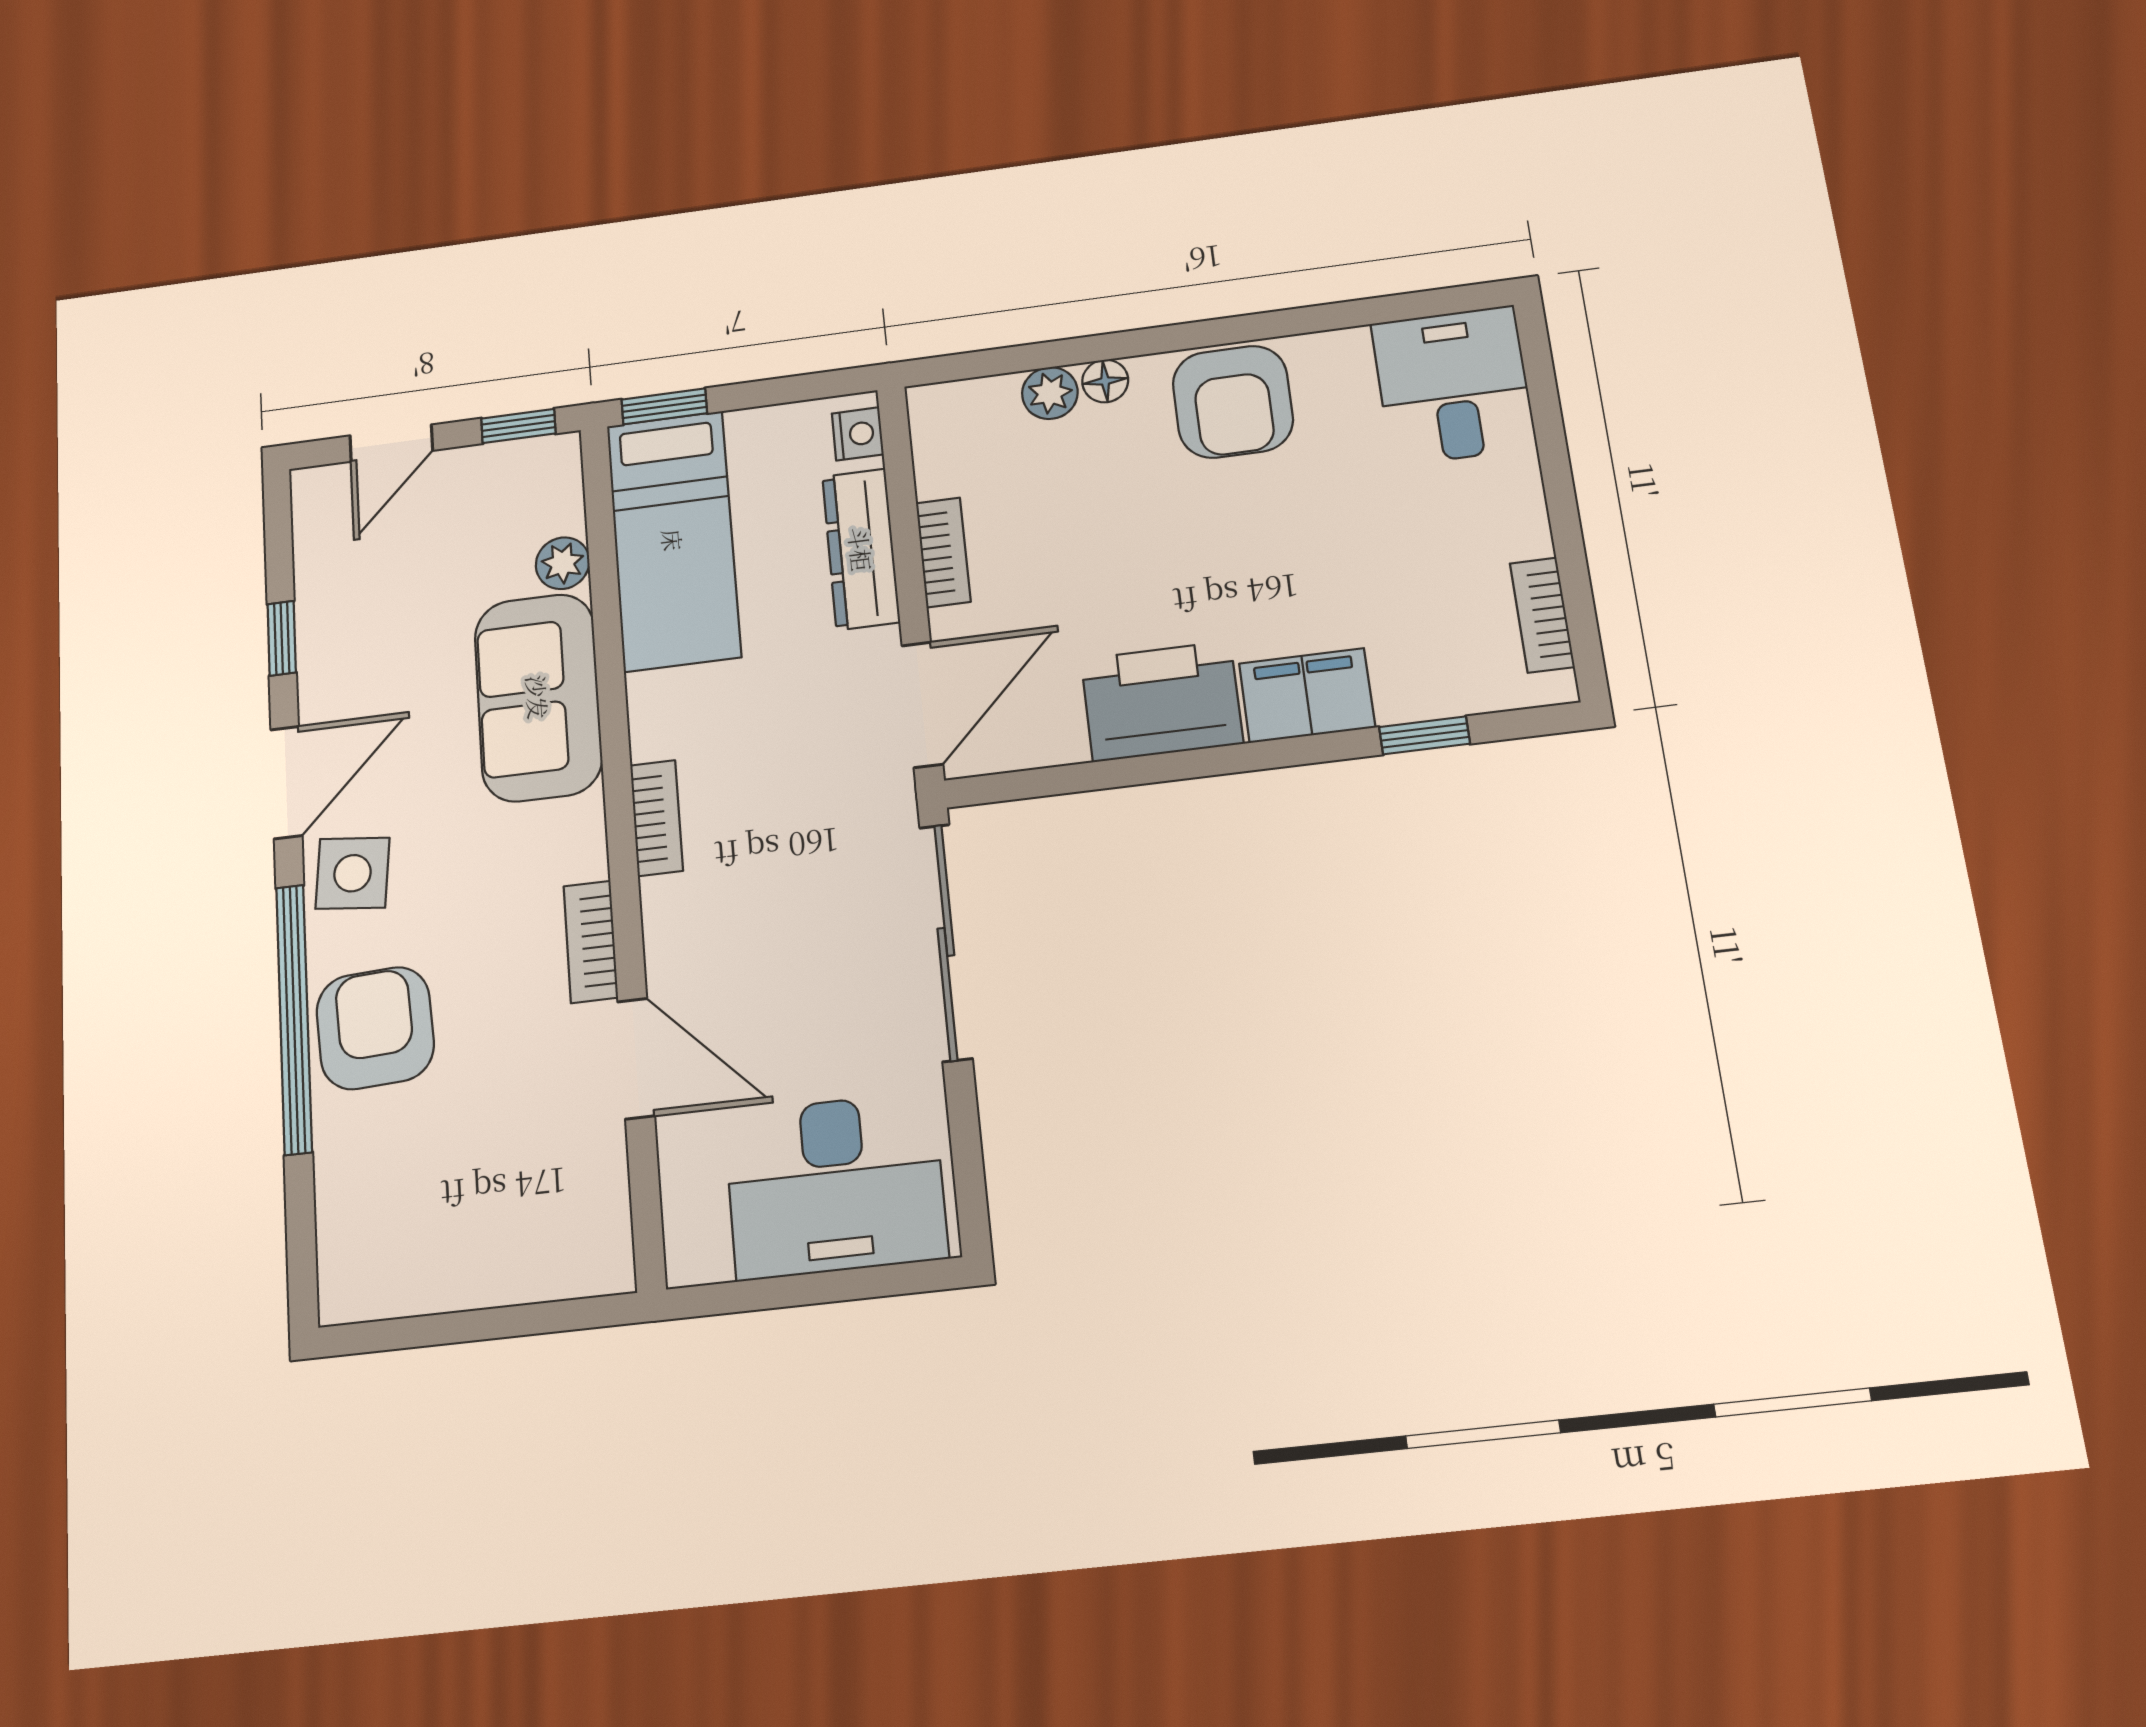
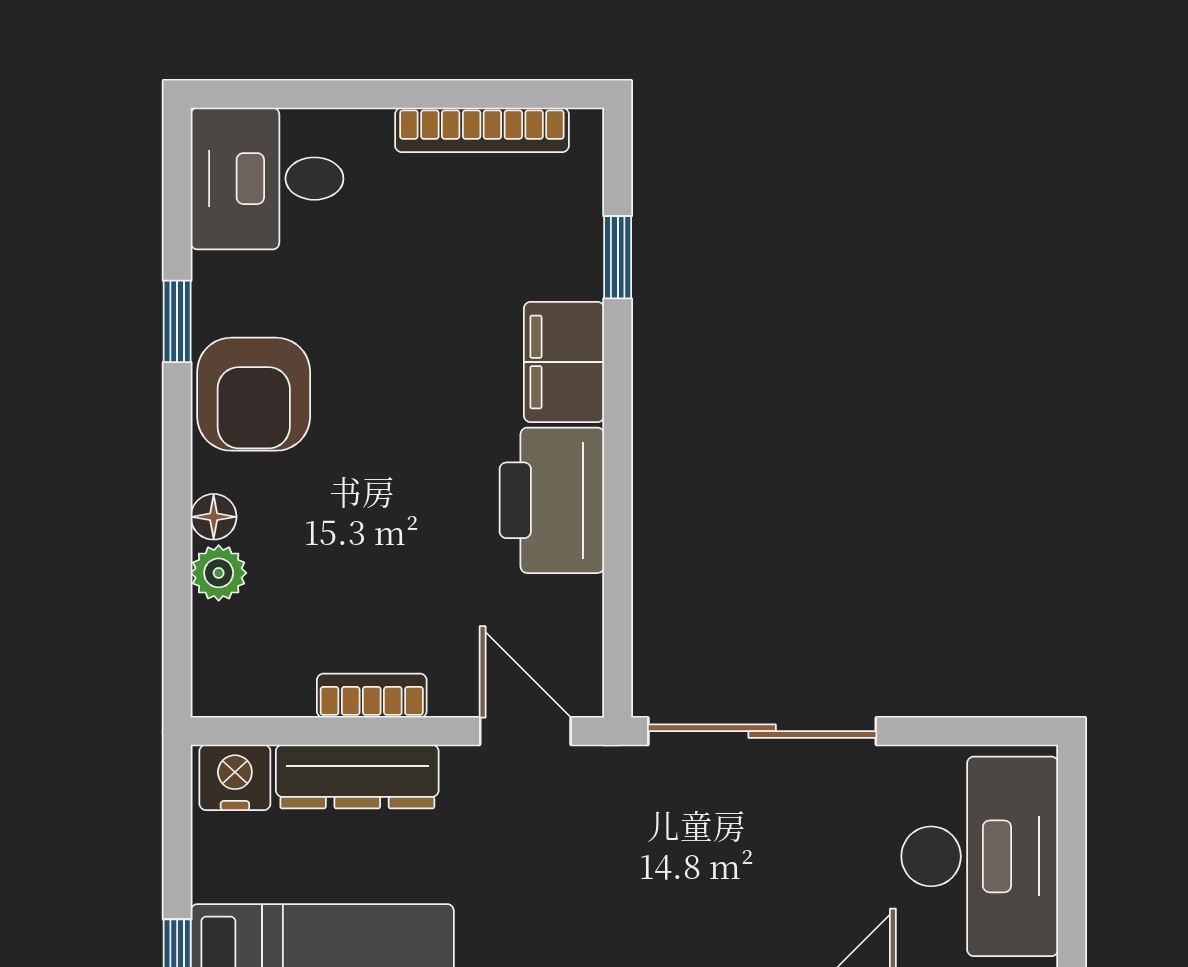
window: (1296, 321) -> (177, 321), added
armchair: (1233, 402) -> (254, 394), turned 90
nightstand: (858, 434) -> (235, 777), width x1.39, depth x1.35
bookcase: (1542, 615) -> (482, 130), width x1.56
door: (922, 705) -> (525, 731), width x0.73

